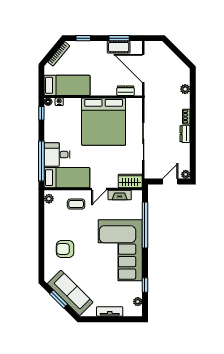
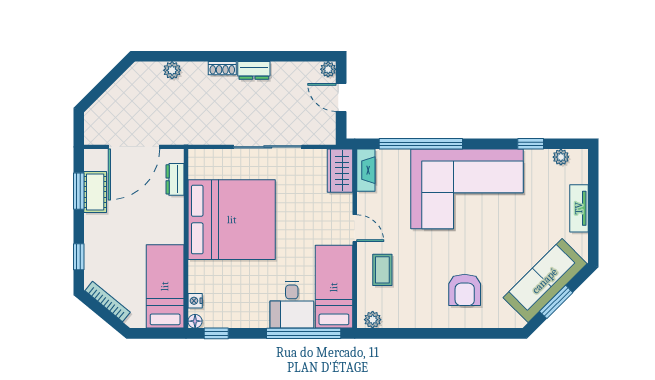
fireplace: (120, 195) -> (366, 170), moved

